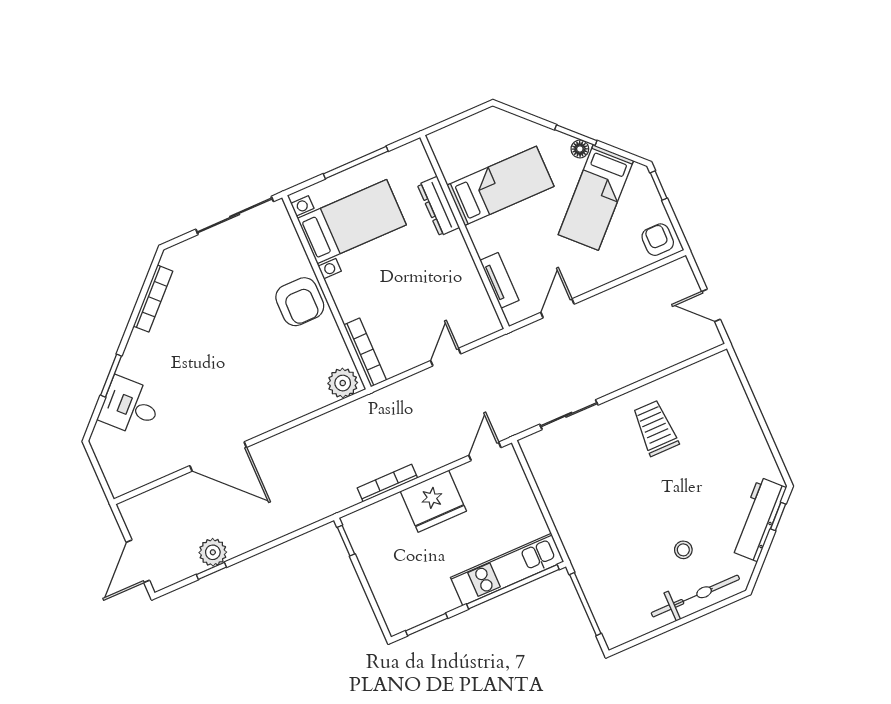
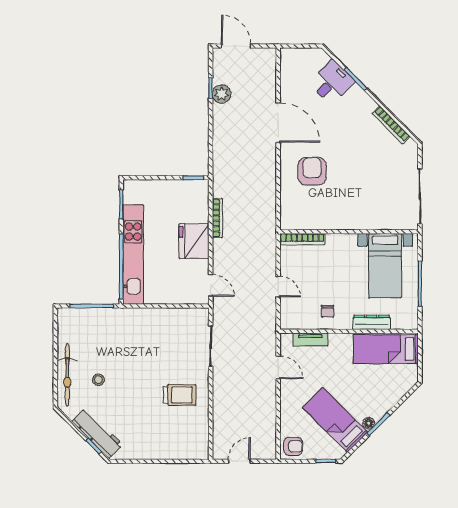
bed: (500, 186) -> (386, 349), moved, turned 90
chair: (450, 274) -> (328, 311), added
armchair: (300, 302) -> (312, 171), moved, turned 90
plant: (343, 383) -> (290, 217), removed
door: (218, 457) -> (278, 122), swing flipped
kitchen unit: (507, 569) -> (133, 254), width x1.36

